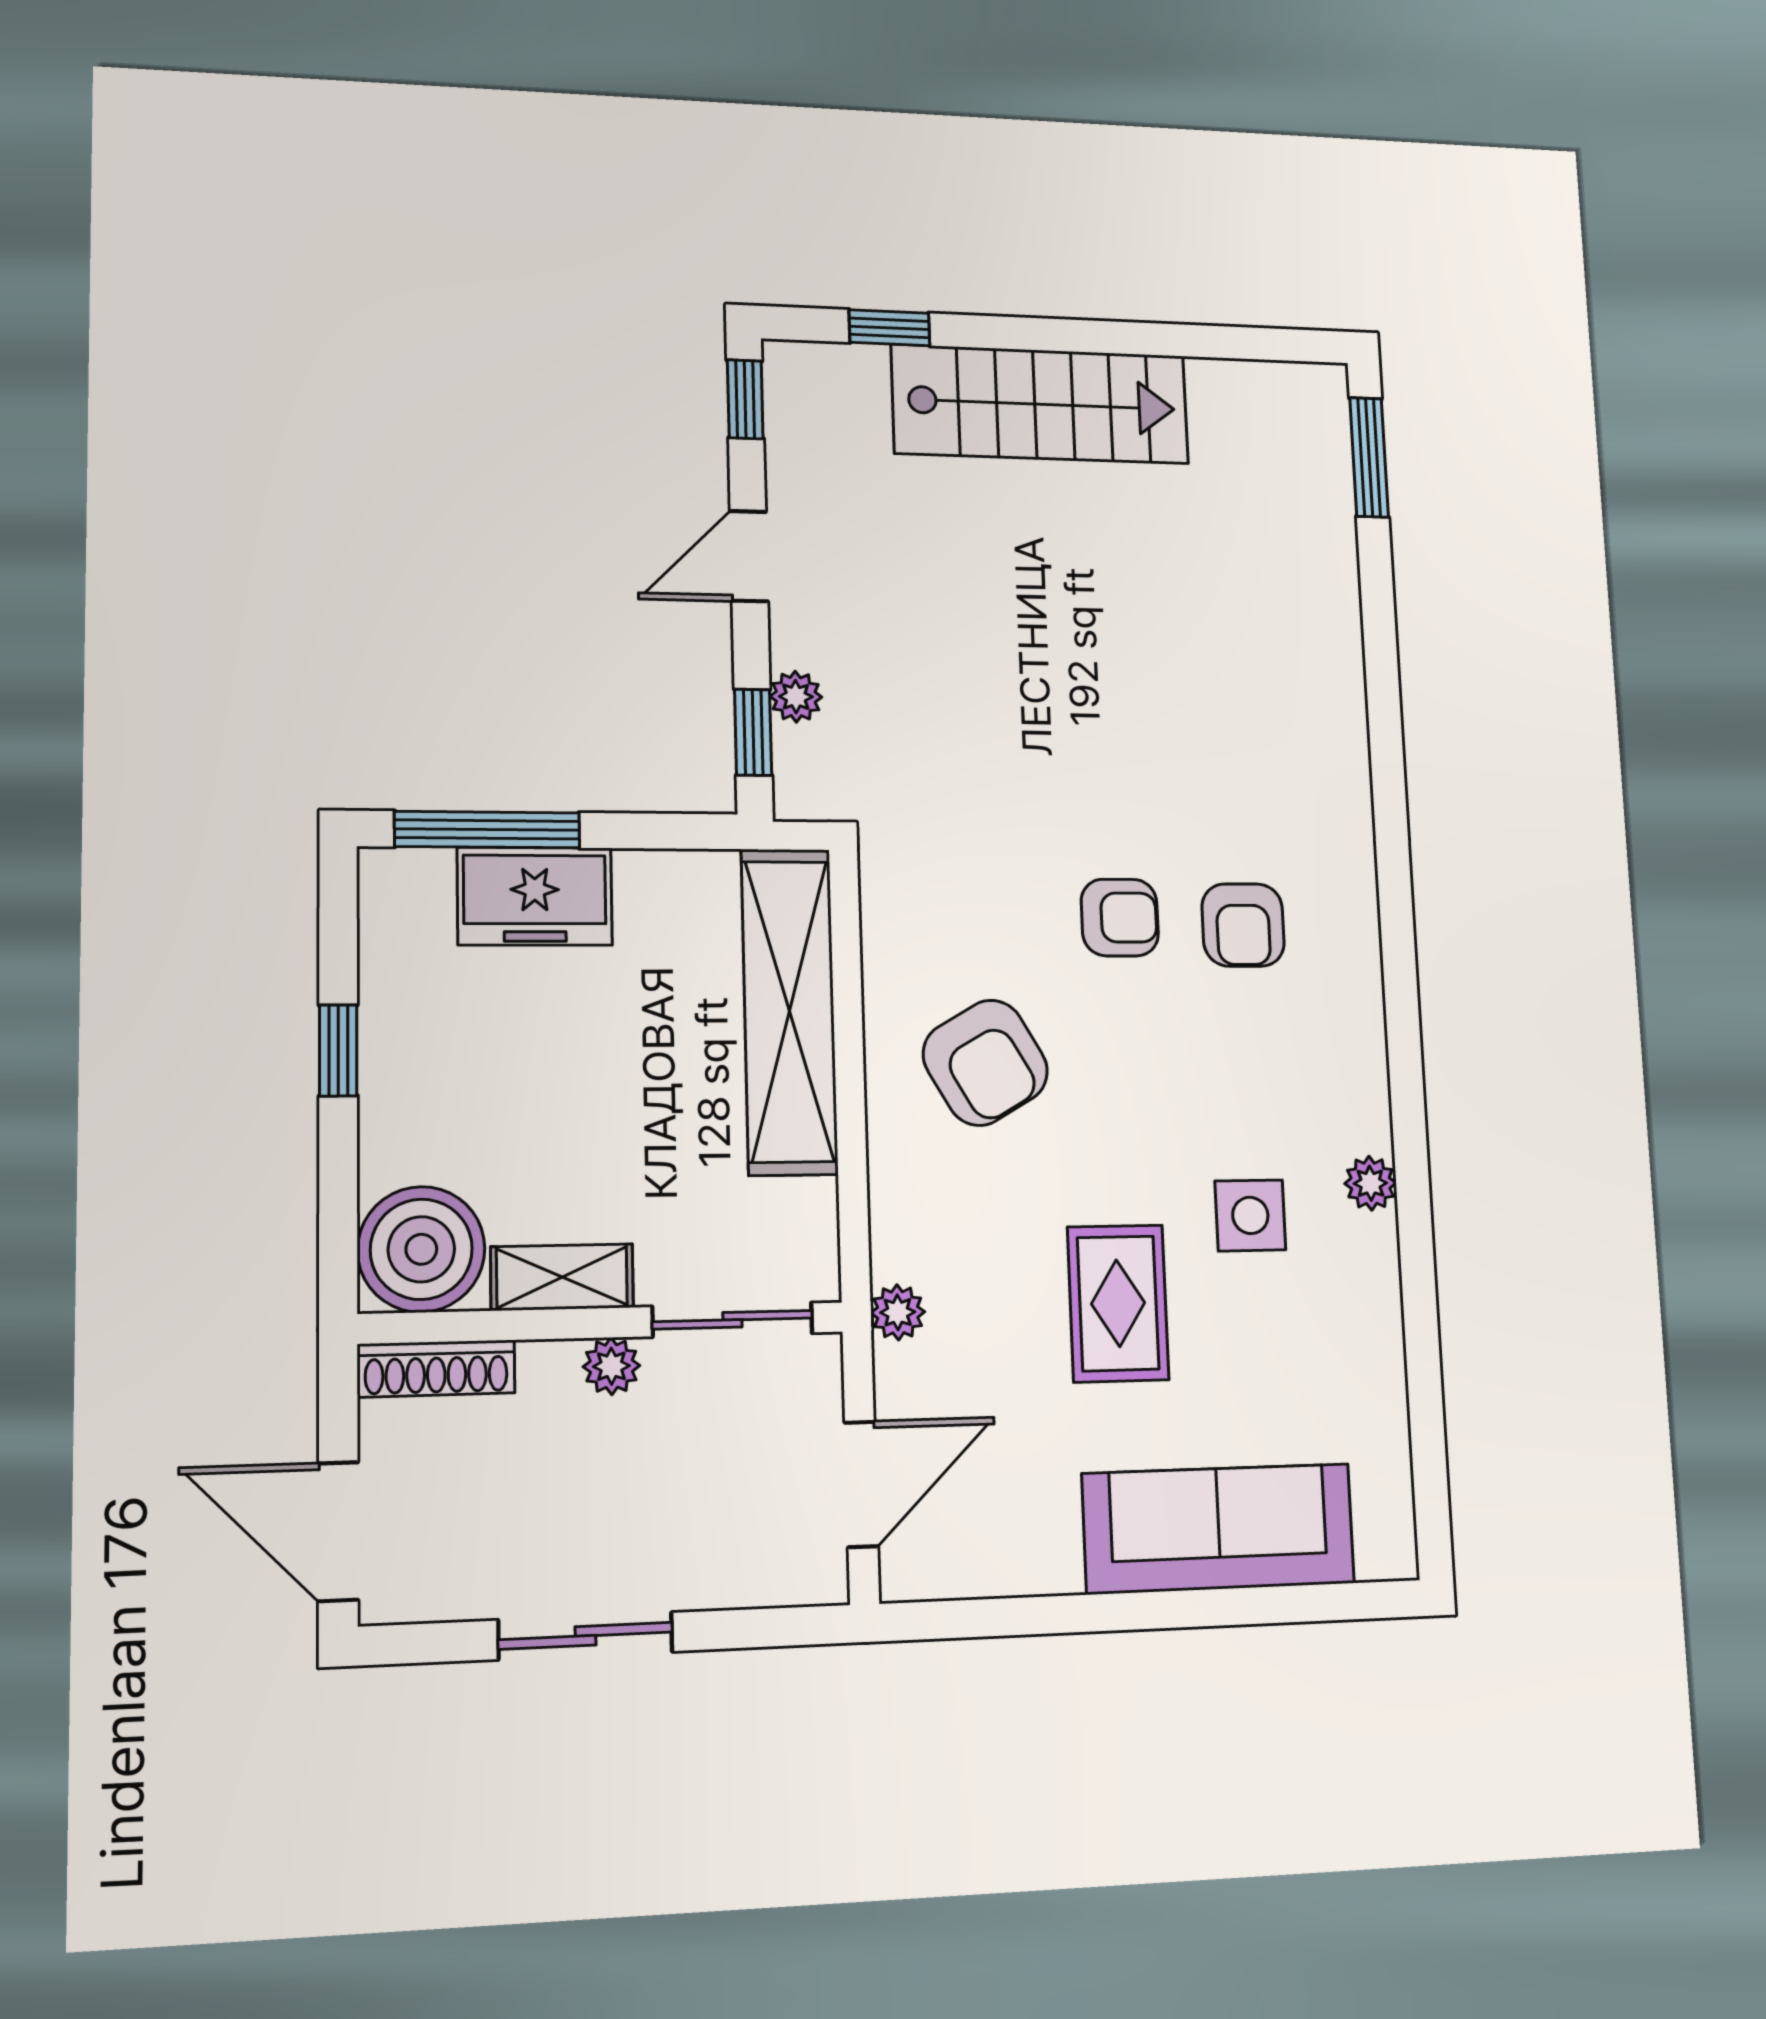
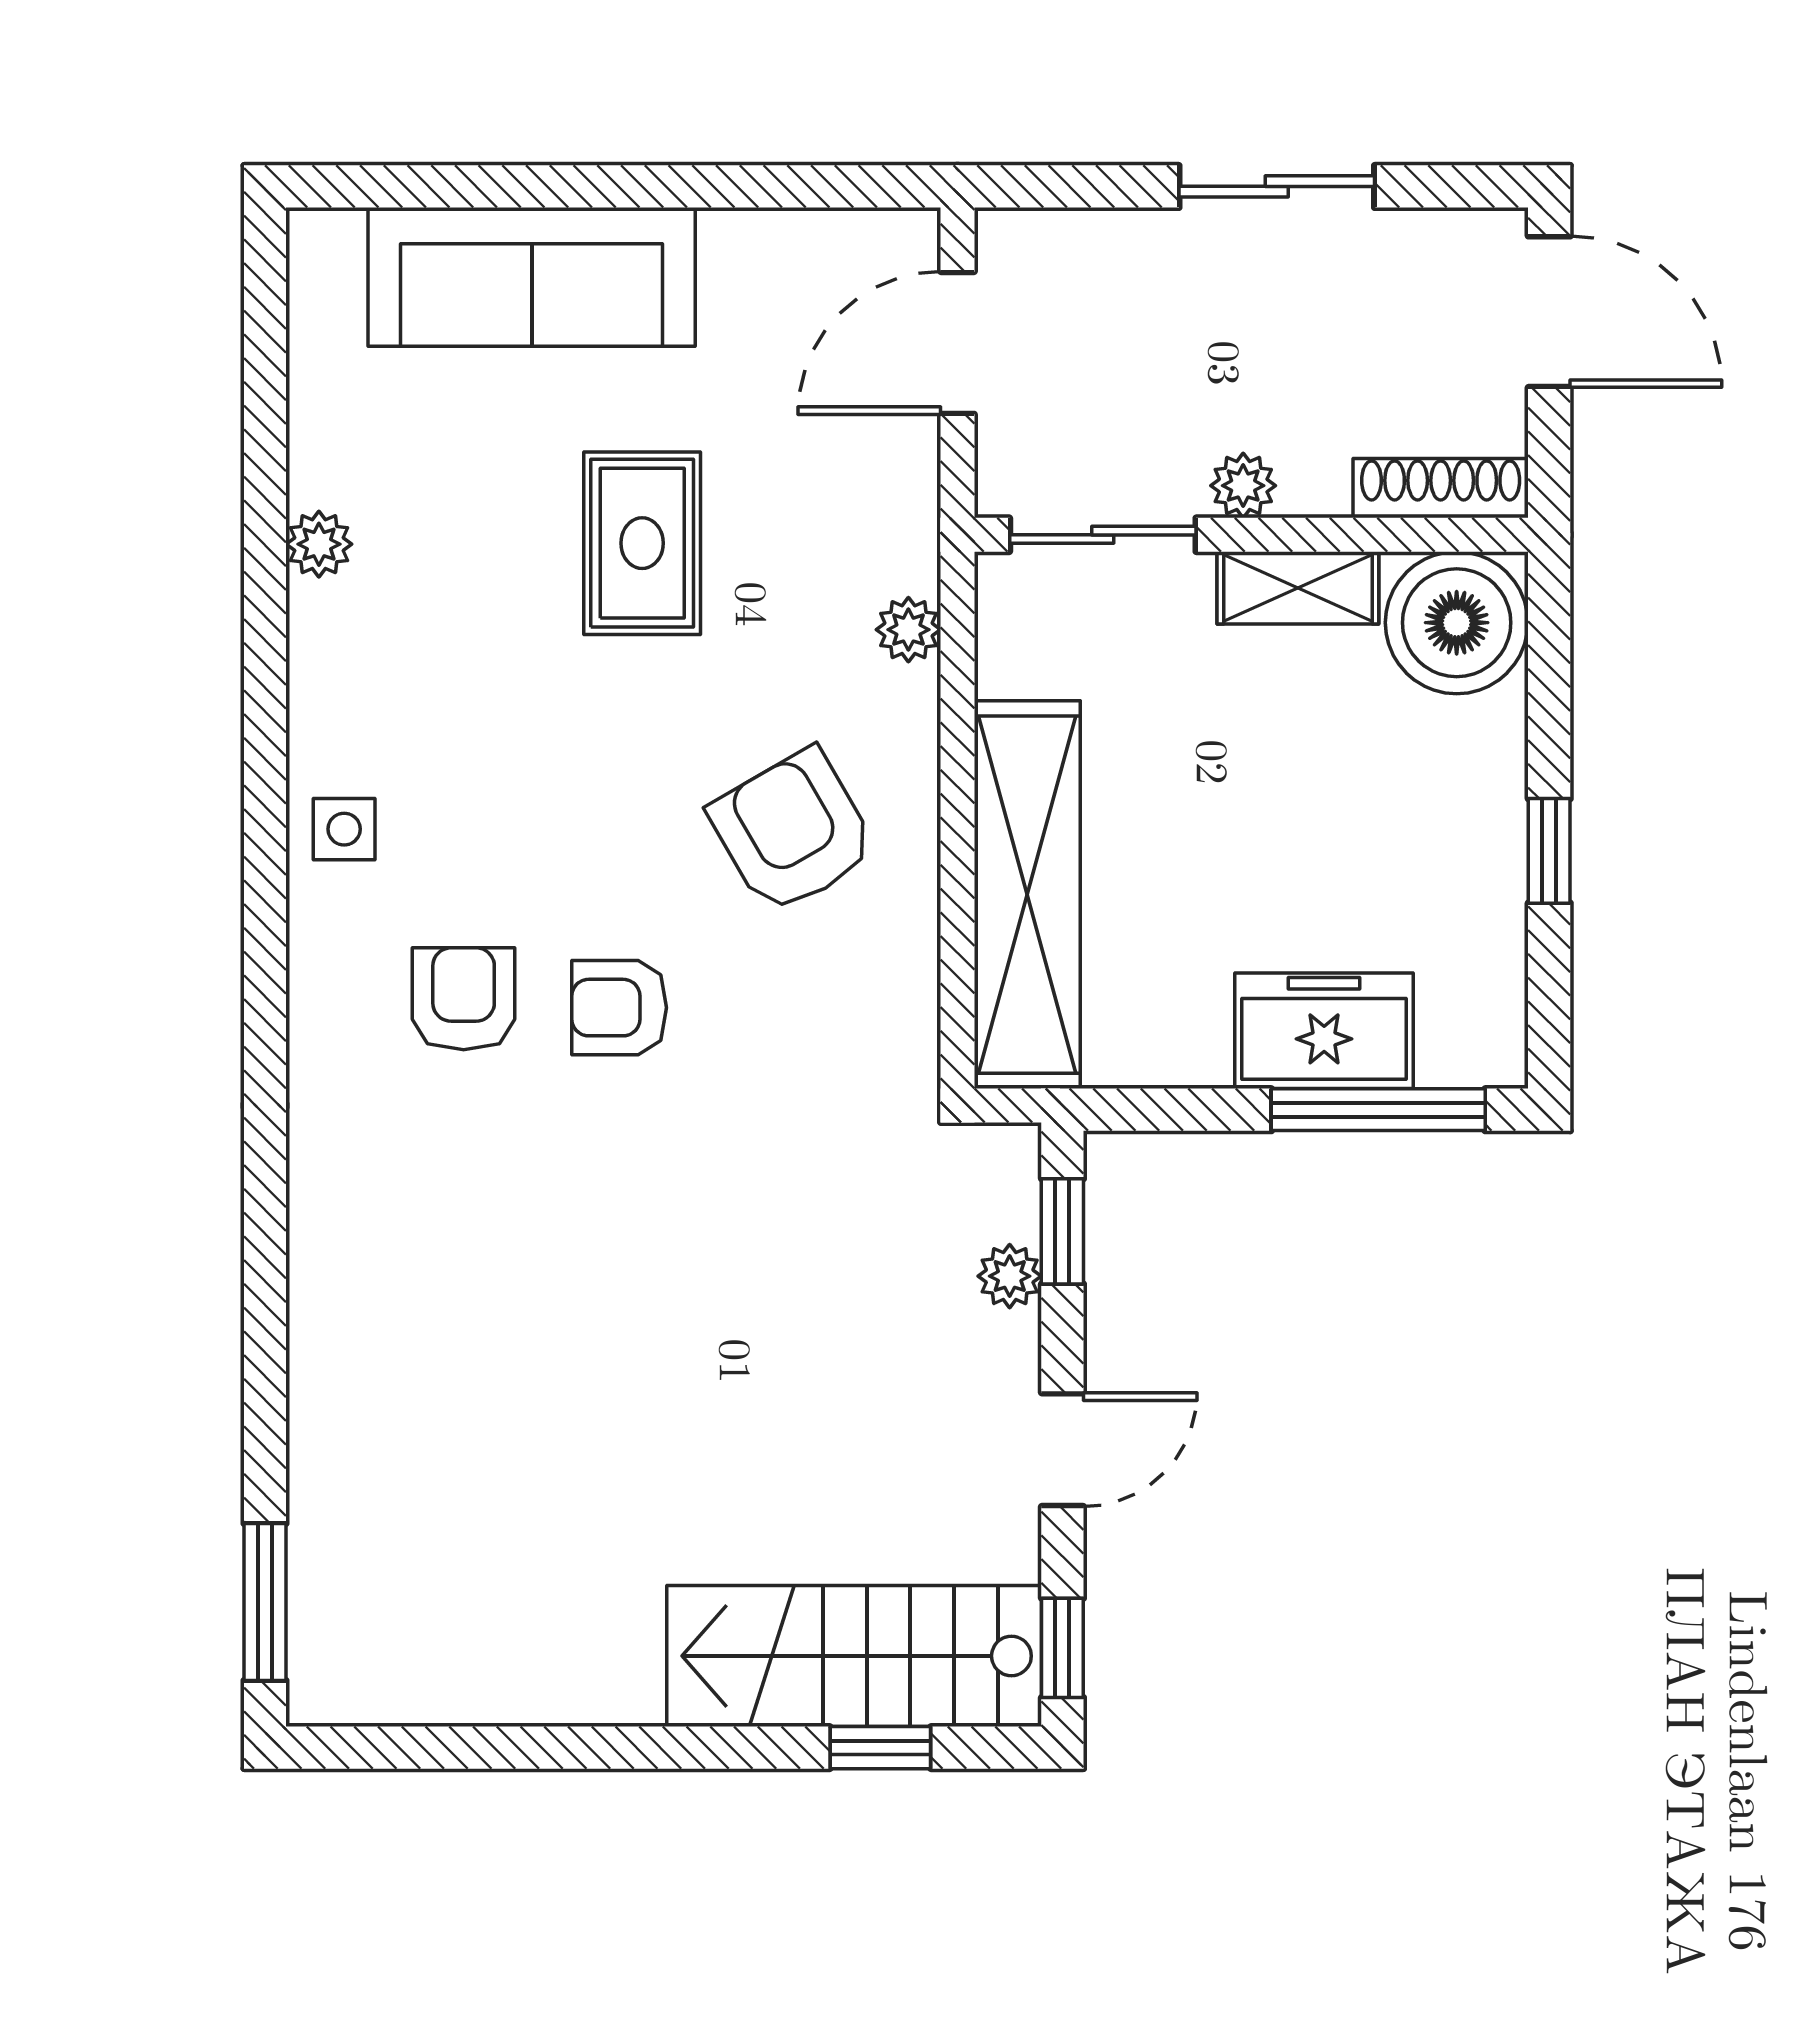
stairs: (1040, 404) -> (854, 1656), moved
plant: (1370, 1183) -> (319, 544), moved
side table: (1250, 1215) -> (344, 829), moved, width x0.73, depth x0.73
plant: (898, 1312) -> (908, 630), moved

